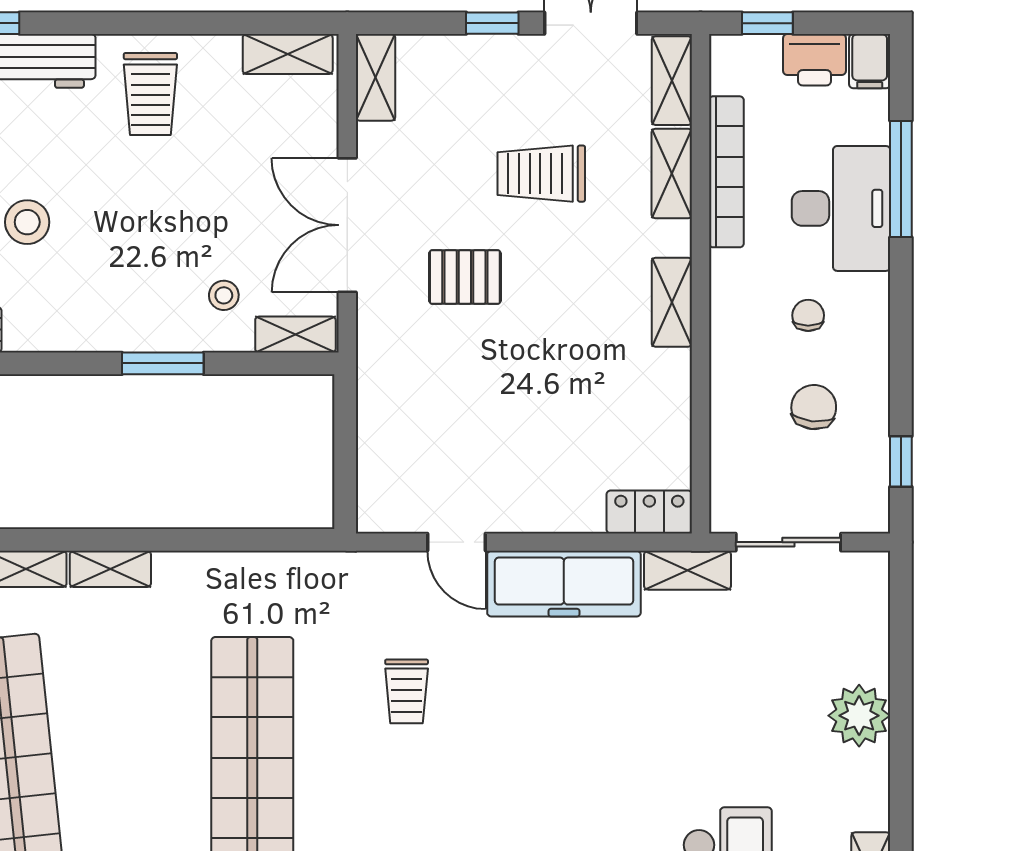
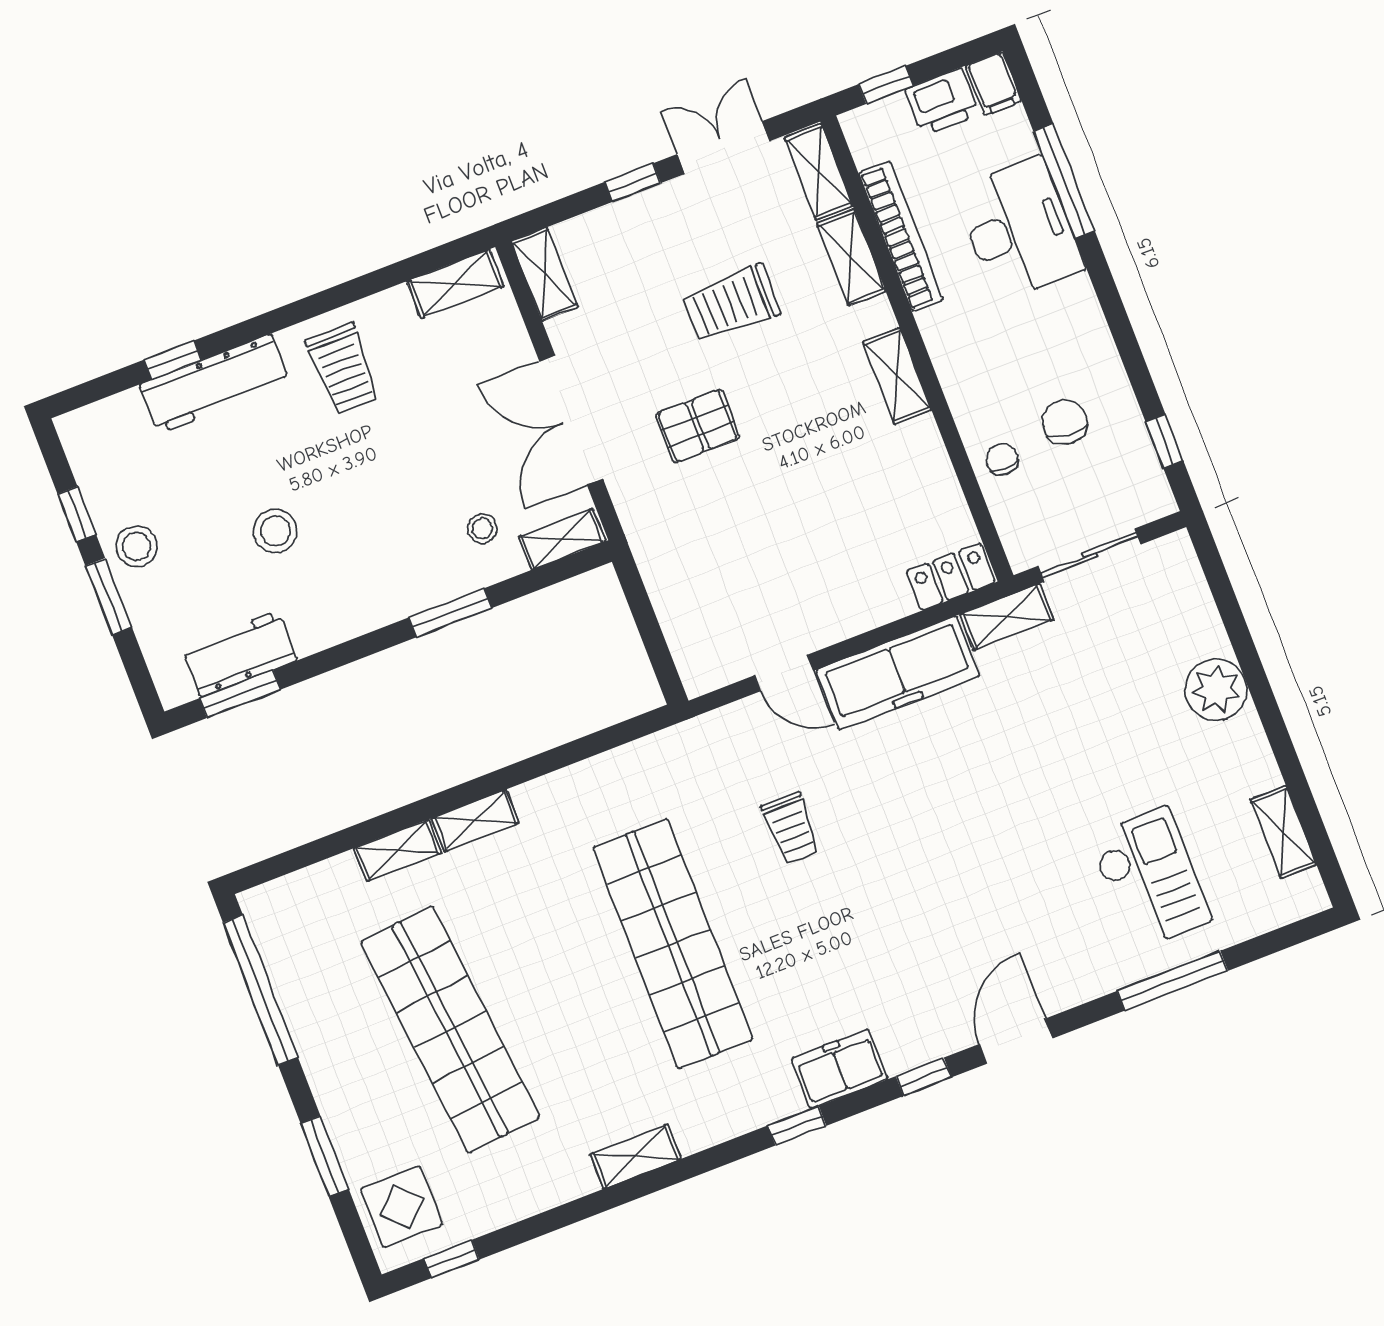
chair: (808, 315) -> (1002, 459), moved

